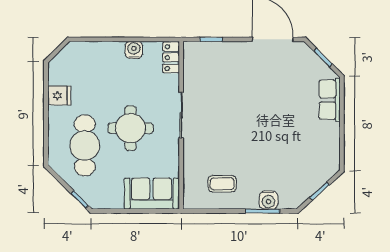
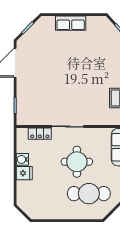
locker: (171, 58) -> (40, 134), moved
fridge: (59, 96) -> (24, 173), moved, turned 90
row of seats: (330, 100) -> (71, 23), moved

